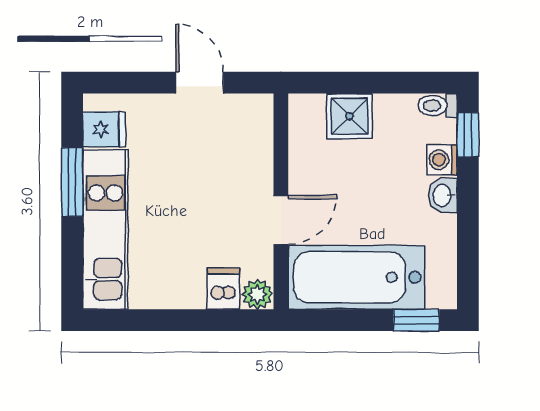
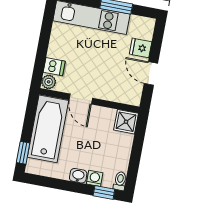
door: (199, 83) -> (151, 73), swing flipped
shower: (349, 116) -> (126, 122), moved
fridge: (104, 129) -> (141, 48), moved, turned 90

